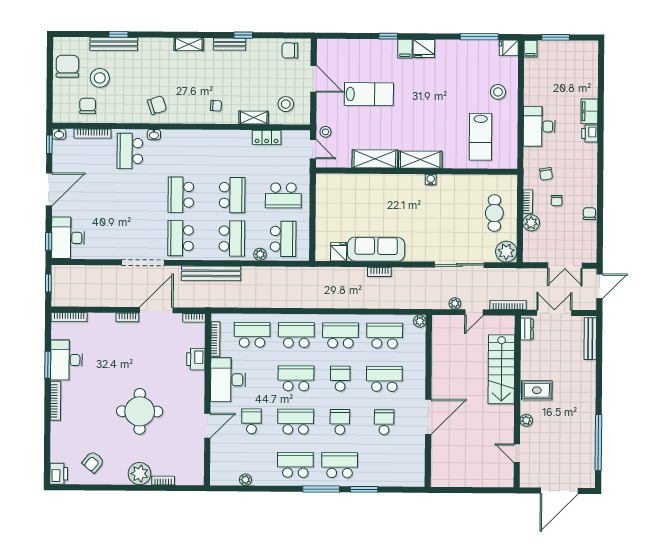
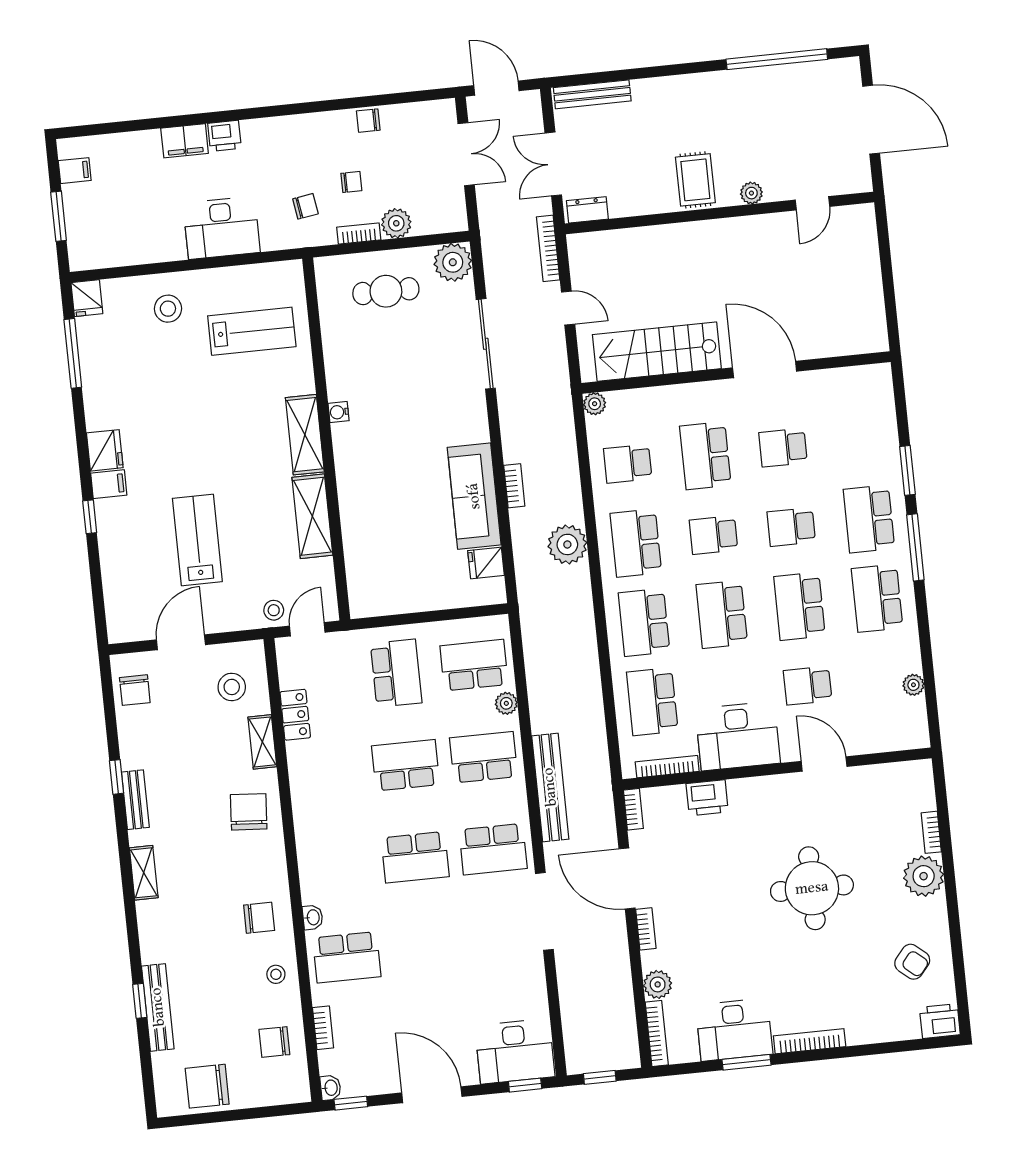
filing cabinet: (530, 49) -> (75, 171), moved
stool: (100, 78) -> (276, 974), moved, width x0.53, depth x0.53
chair: (157, 105) -> (259, 918), turned 109
chair: (216, 106) -> (249, 812), width x1.87, depth x1.87
bookcase: (93, 134) -> (323, 1028), width x0.64
plant: (455, 303) -> (567, 544), moved, width x1.88, depth x1.88
plant: (96, 321) -> (658, 984), added
school desk: (385, 336) -> (628, 464), width x0.54
stairs: (501, 369) -> (657, 352), moved, turned 180

